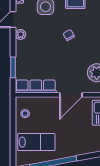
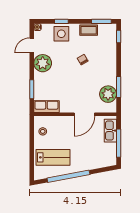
plant: (21, 34) -> (43, 63), width x1.87, depth x1.87
row of seats: (36, 86) -> (46, 107), width x0.68

